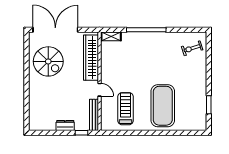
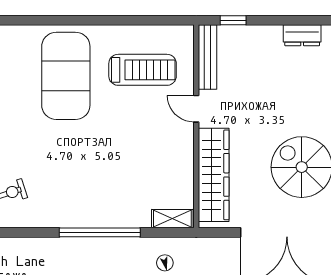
treadmill: (126, 109) -> (143, 70), turned -90
dresser: (65, 125) -> (302, 35), moved

